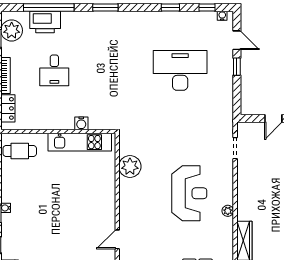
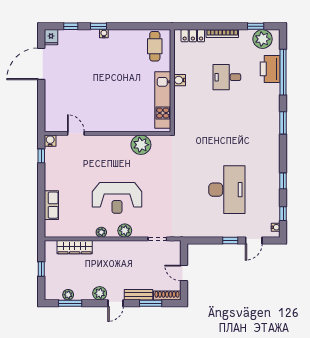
water cooler: (81, 123) -> (180, 80), moved
plant: (226, 185) -> (125, 231), added

